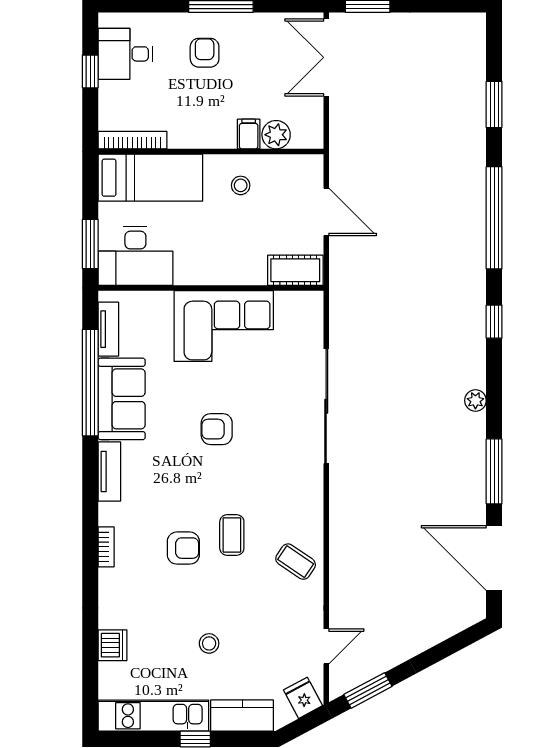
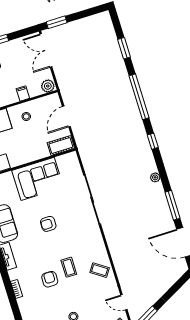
plant: (276, 135) -> (48, 86), moved
door: (326, 212) -> (66, 116), swing flipped
armchair: (183, 548) -> (50, 279), turned -90
door: (326, 646) -> (124, 302), swing flipped

